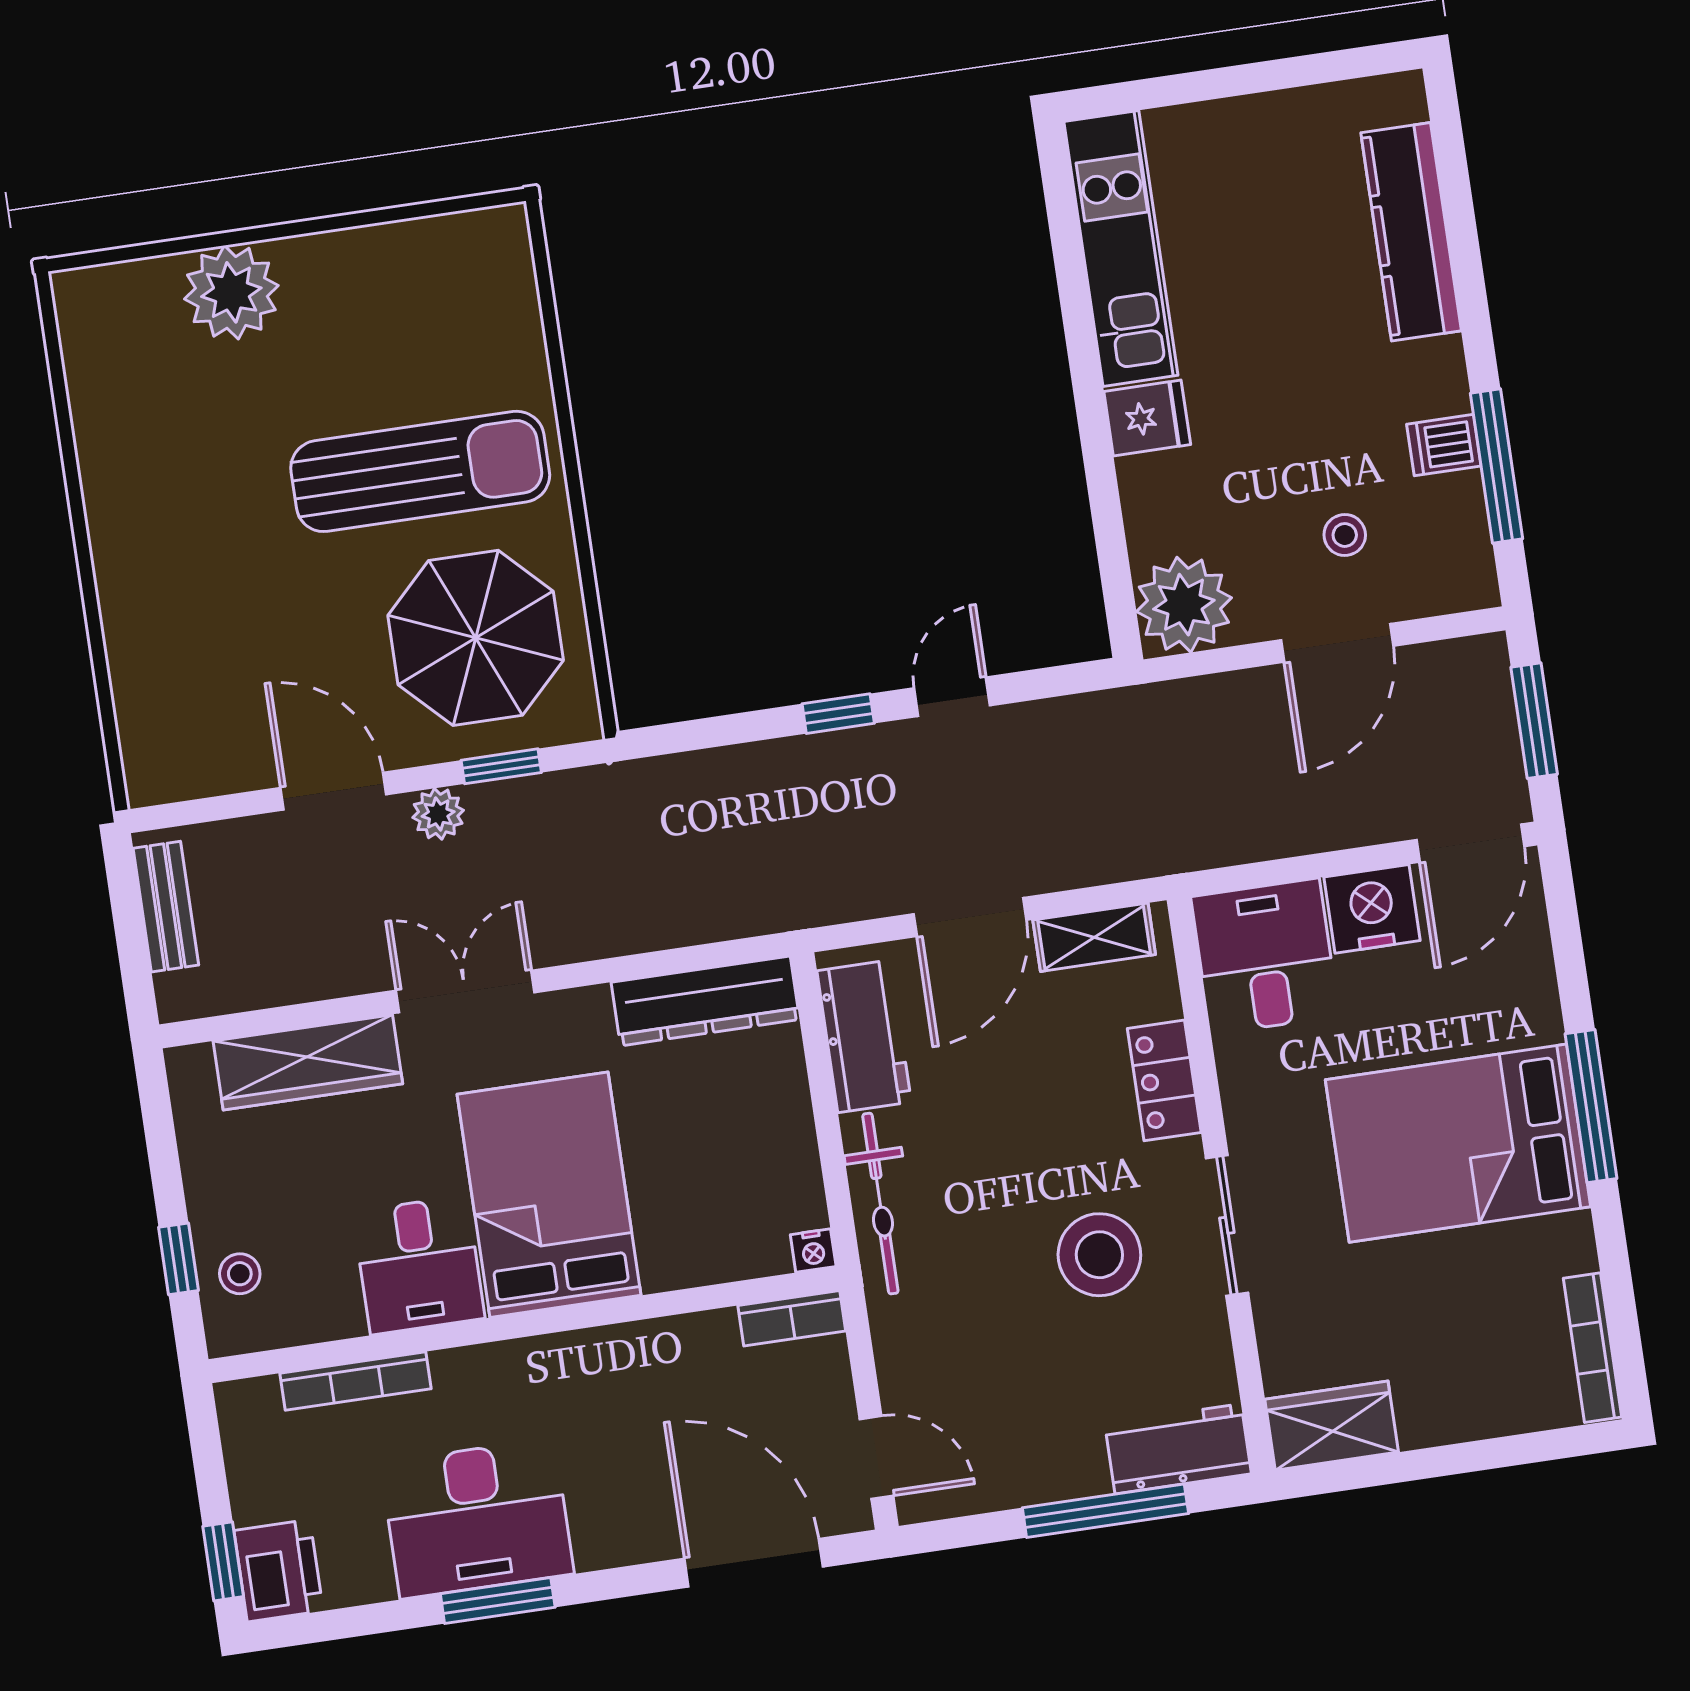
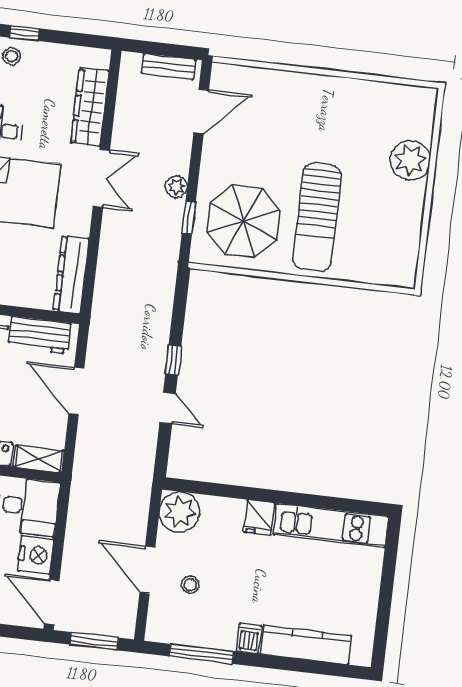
dishwasher: (1444, 445) -> (249, 639), moved
door: (333, 791) -> (201, 111), moved
shelving: (1094, 937) -> (39, 459), moved, turned 90

